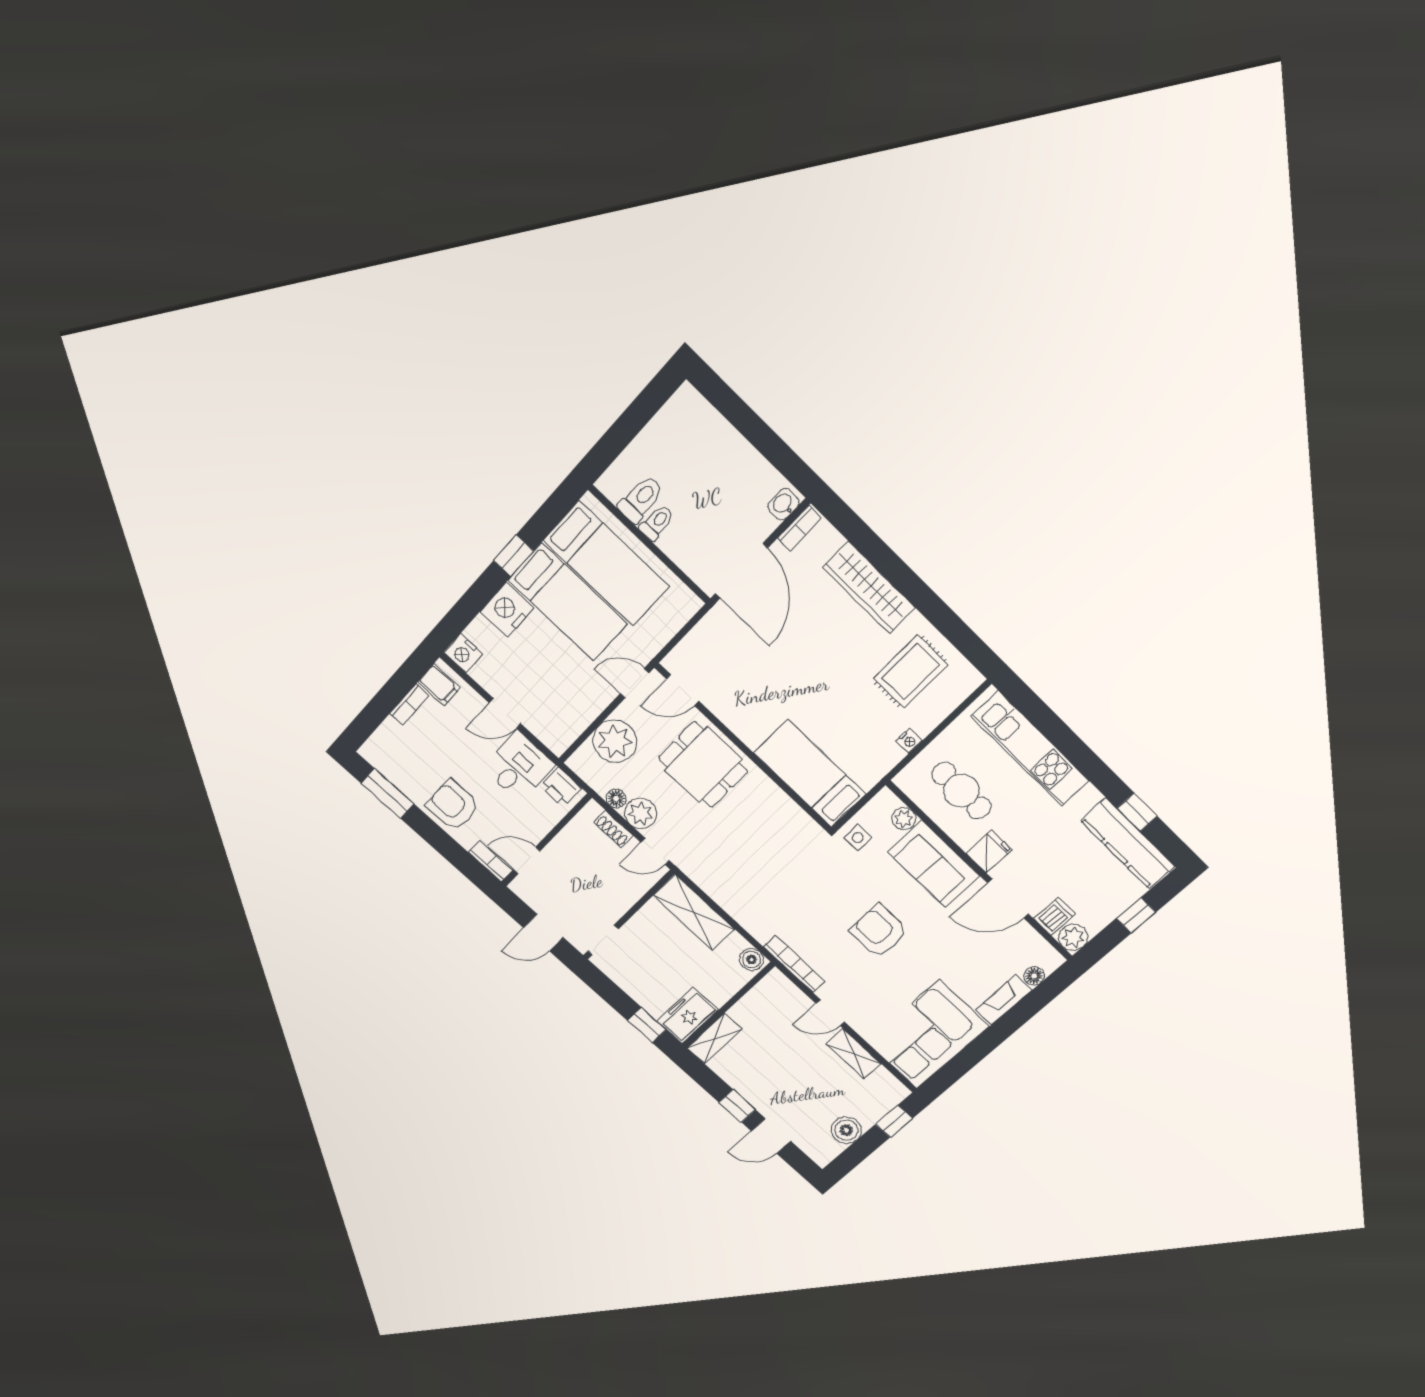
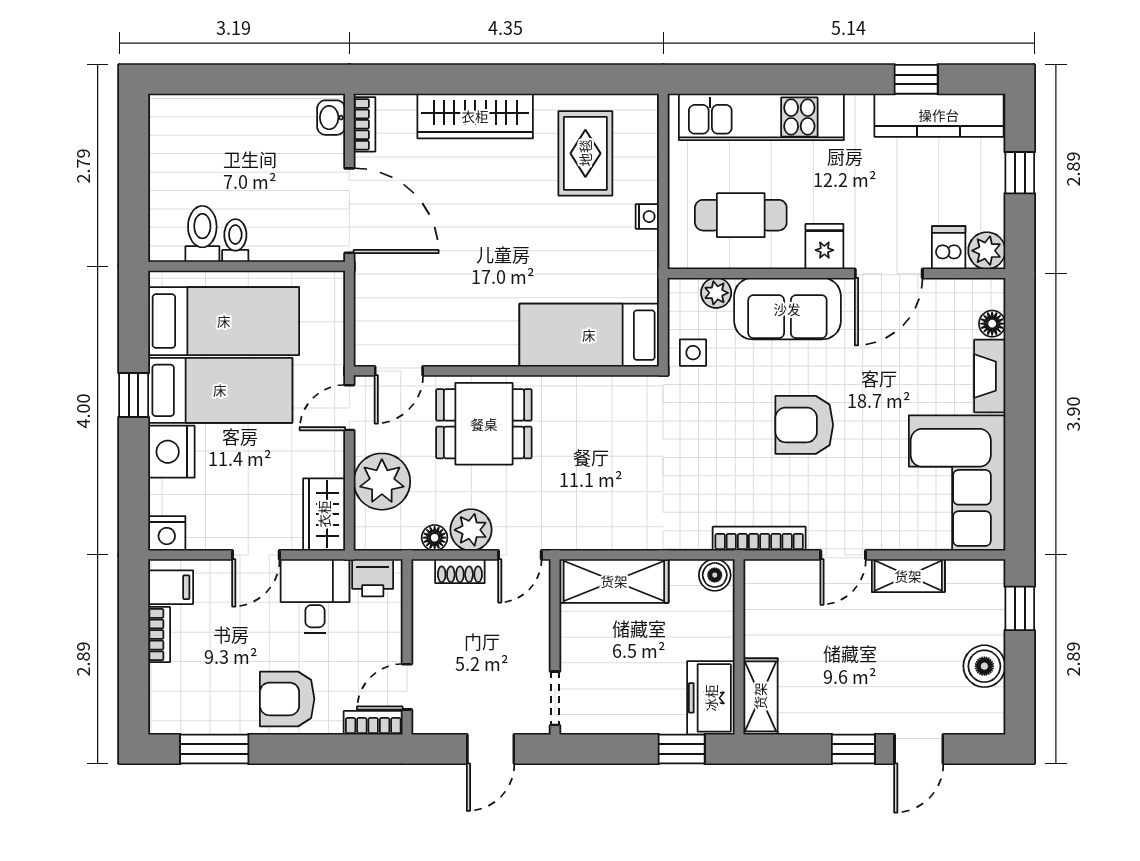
wardrobe: (565, 728) -> (324, 514), added

